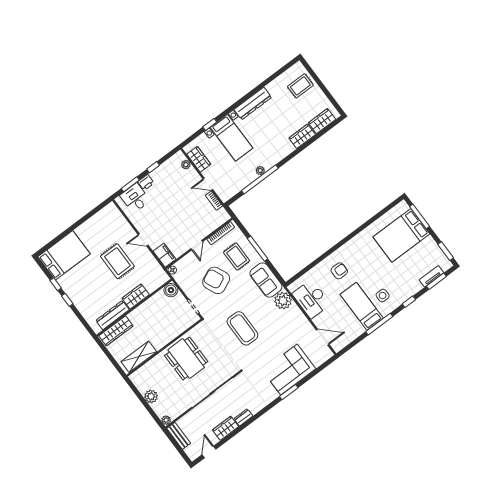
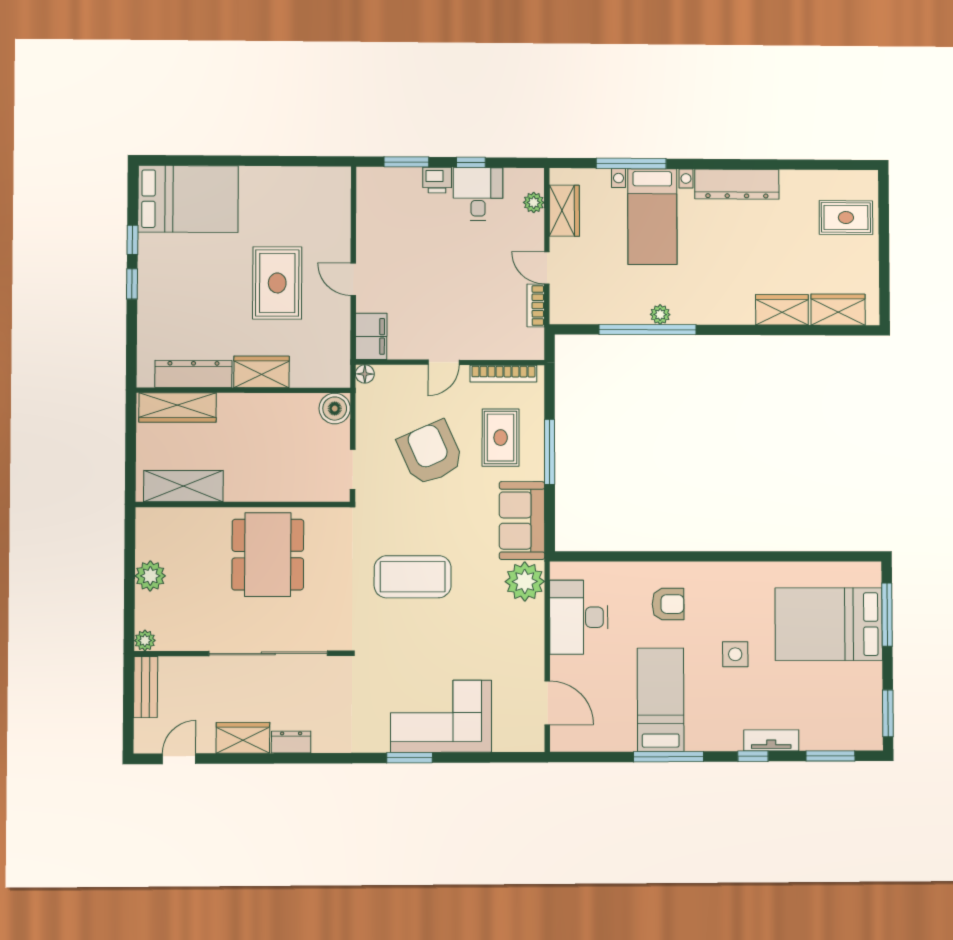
window: (210, 124) -> (631, 163), width x2.17
desk: (135, 198) -> (478, 194), moved
tv unit: (431, 276) -> (771, 740), moved
side table: (383, 296) -> (735, 654), moved
coffee table: (242, 328) -> (413, 577), turned 90

